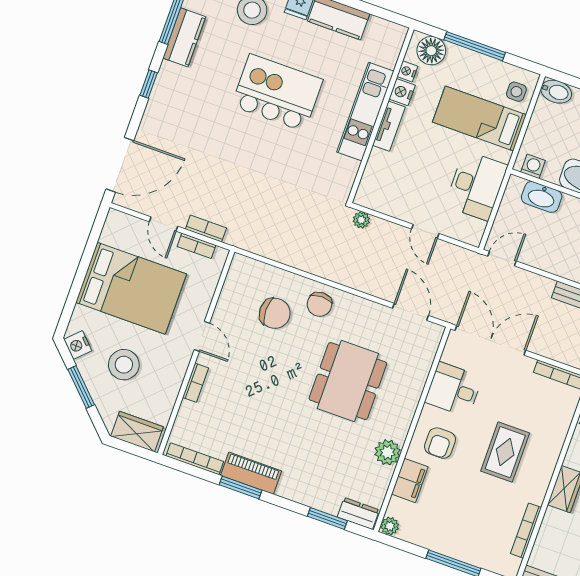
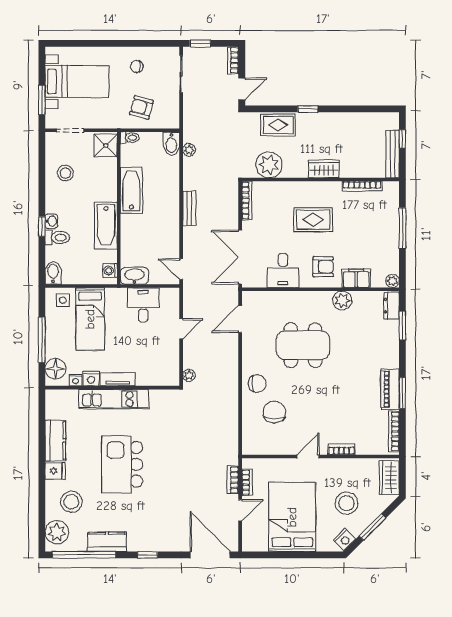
desk: (476, 186) -> (143, 305), width x0.73
washbasin: (542, 197) -> (134, 276), moved, turned -90

